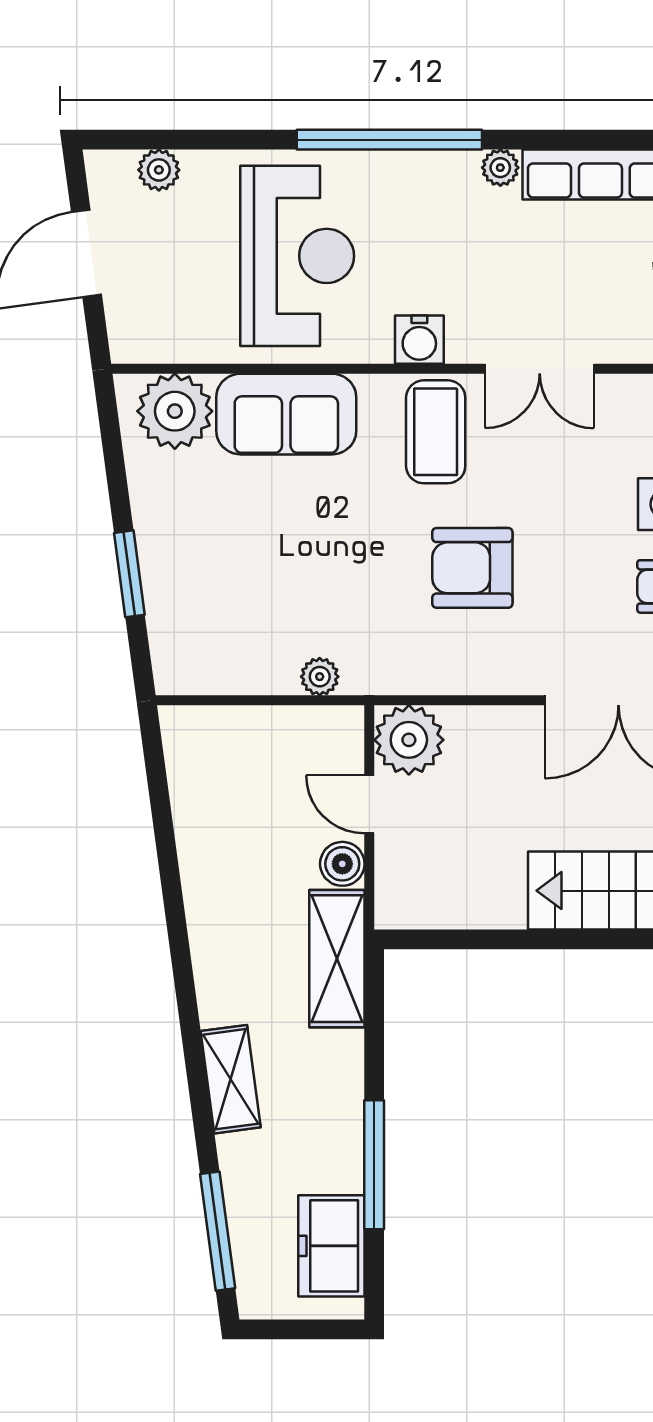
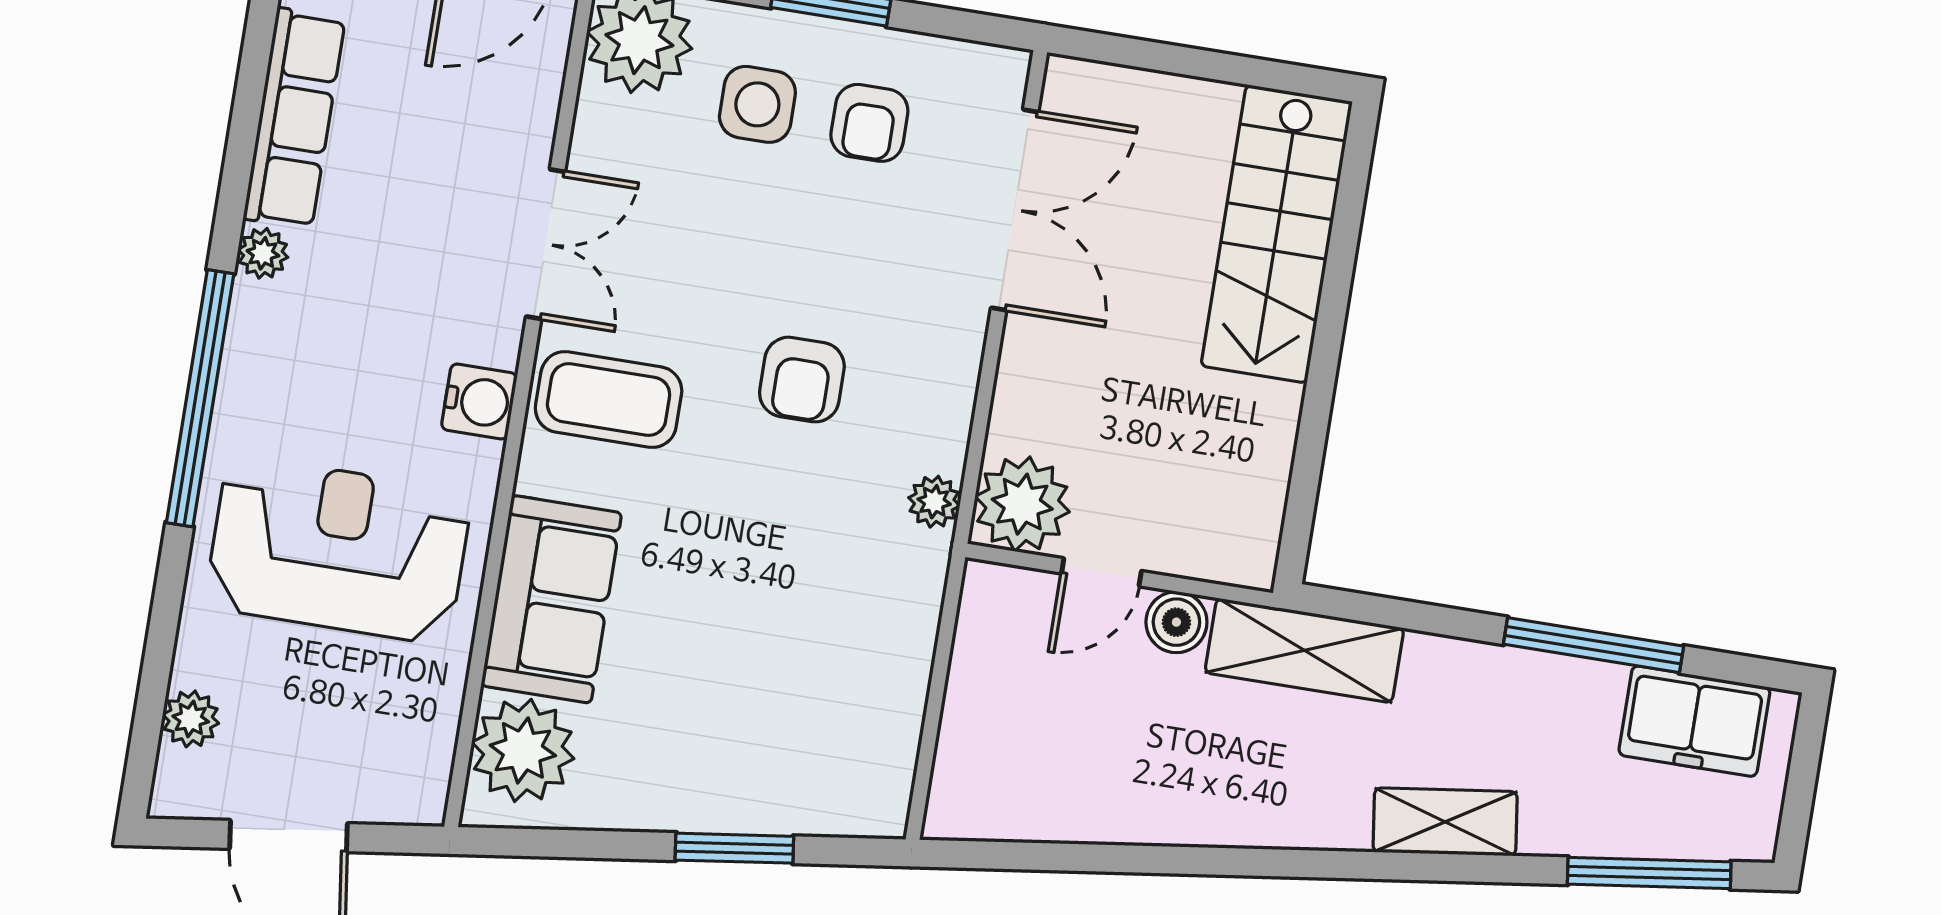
armchair: (472, 568) -> (802, 380), width x0.72, depth x0.72
plant: (320, 677) -> (934, 502), moved

